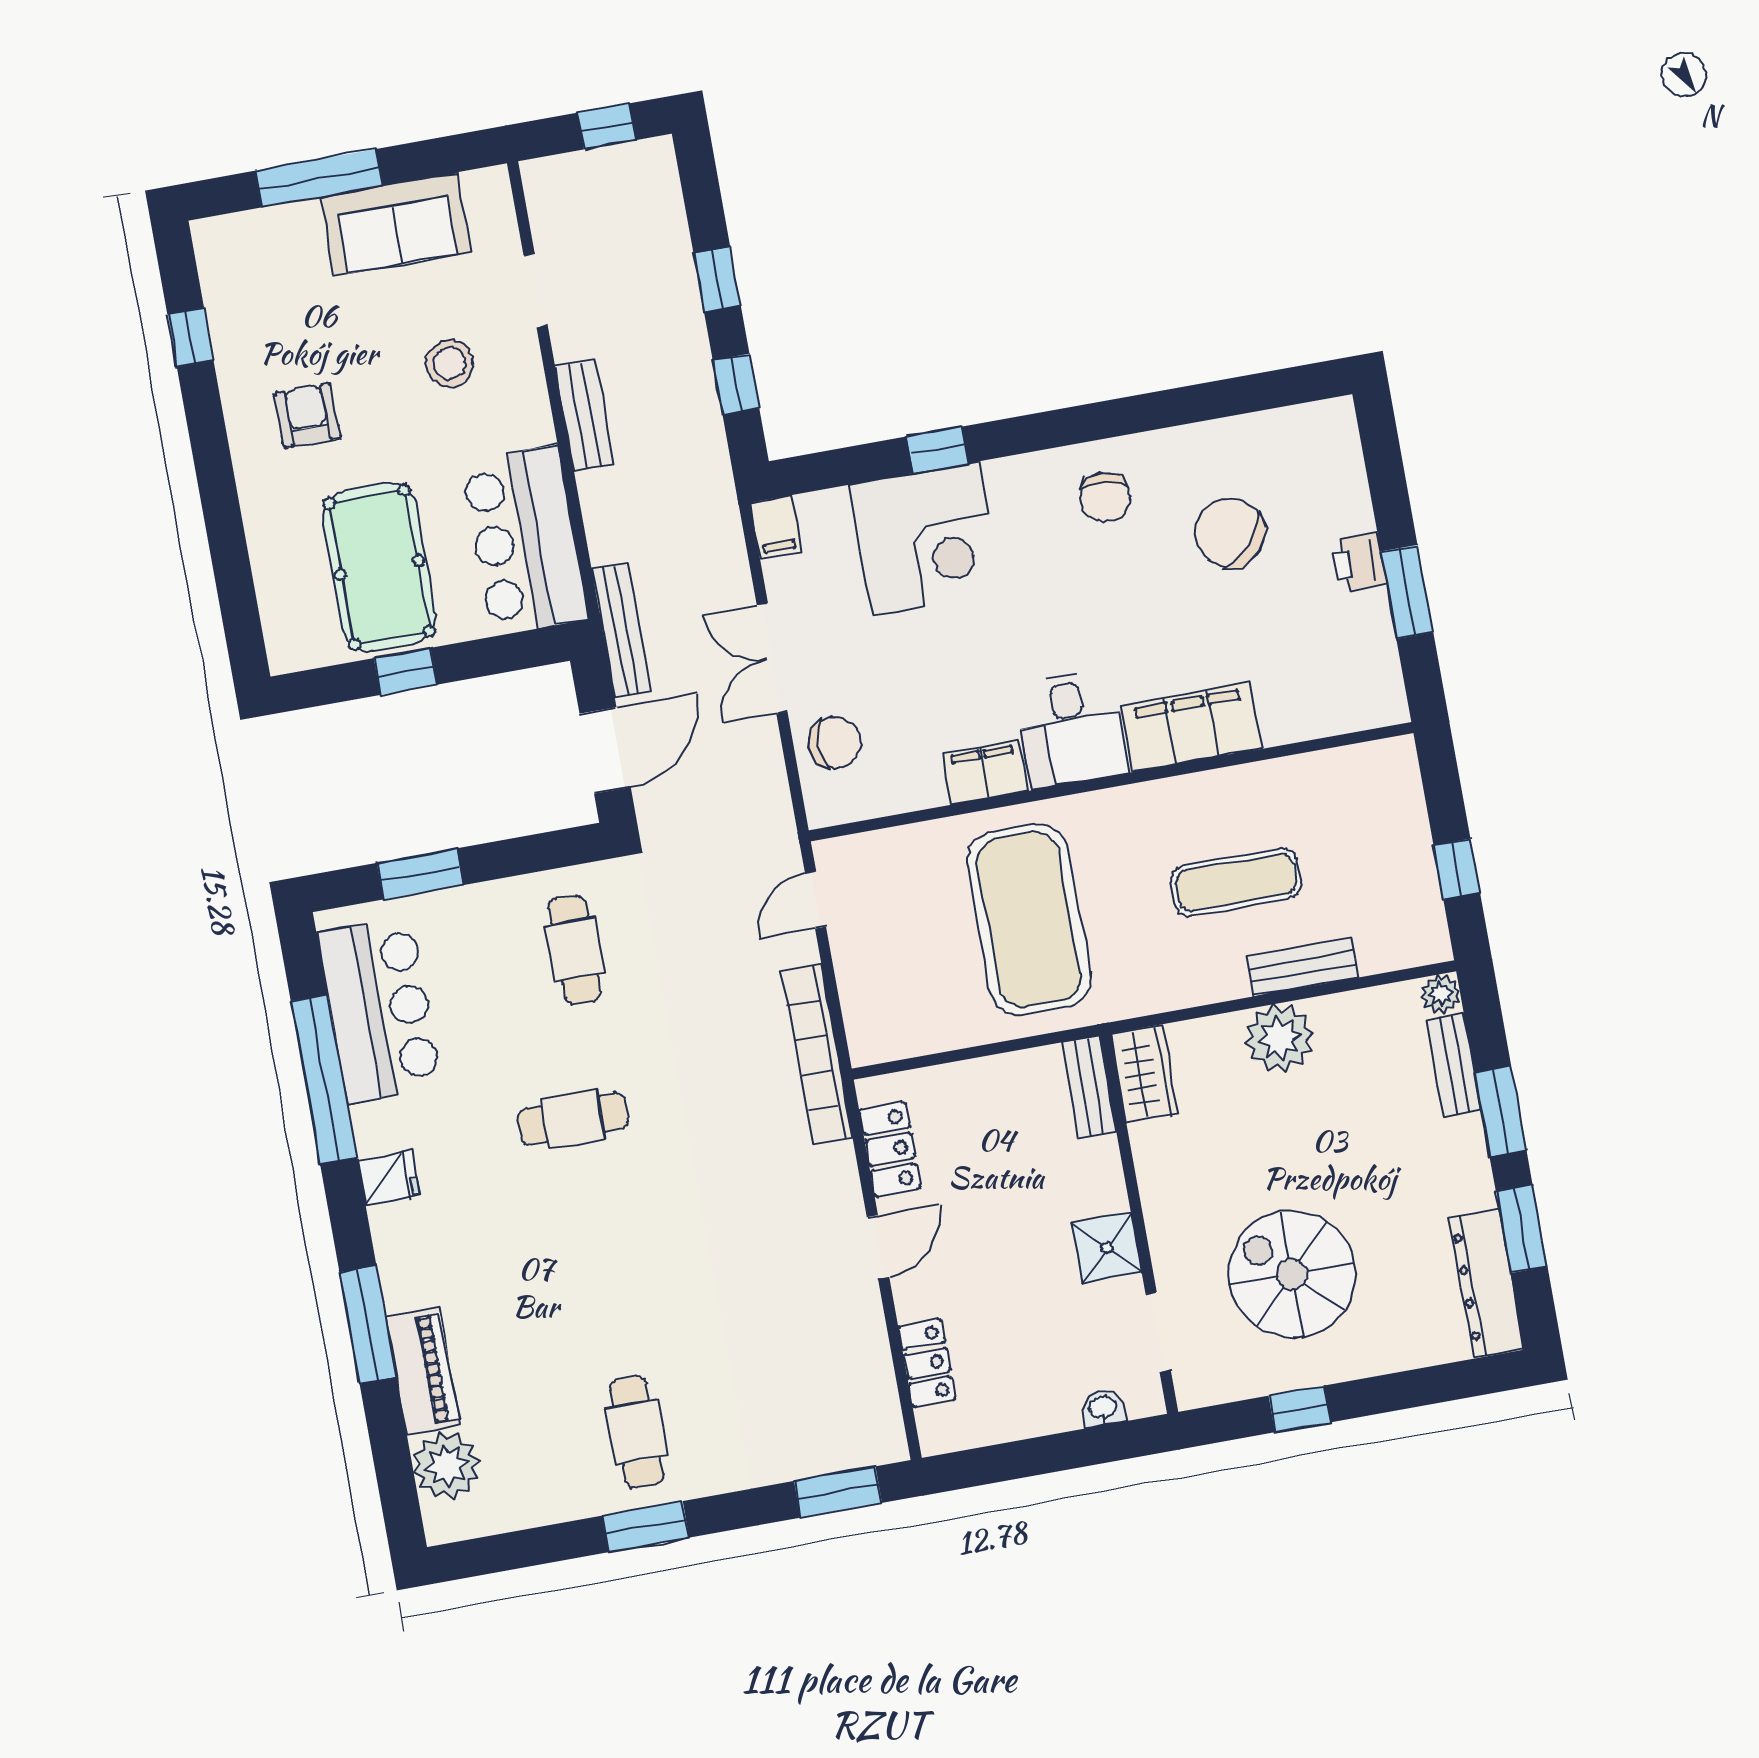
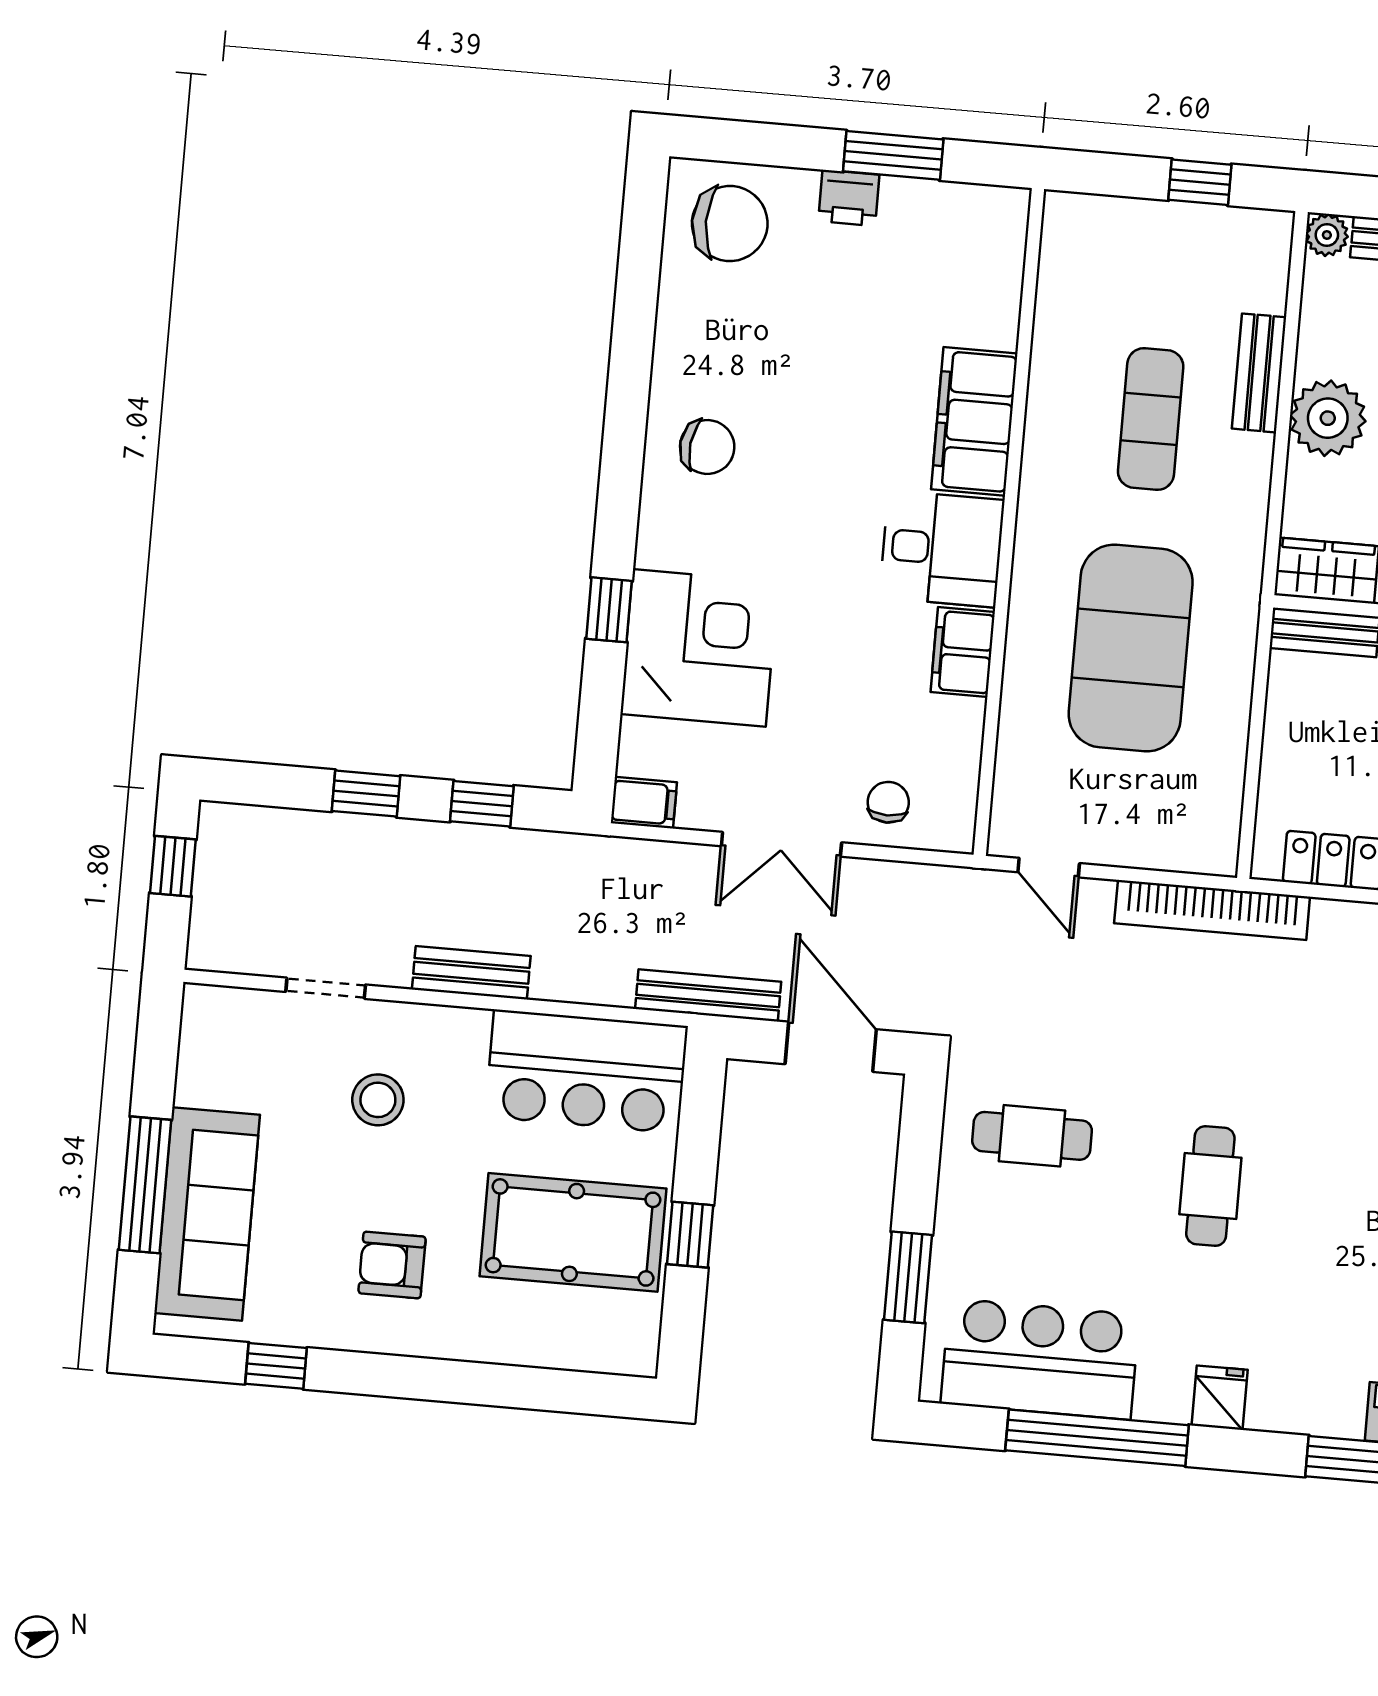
sofa: (396, 224) -> (207, 1214), moved, width x1.36
chair: (1230, 533) -> (730, 224), moved, turned -132
chair: (835, 743) -> (888, 802), width x0.73, depth x0.73
exercise mat: (1029, 919) -> (1131, 648), turned 90

